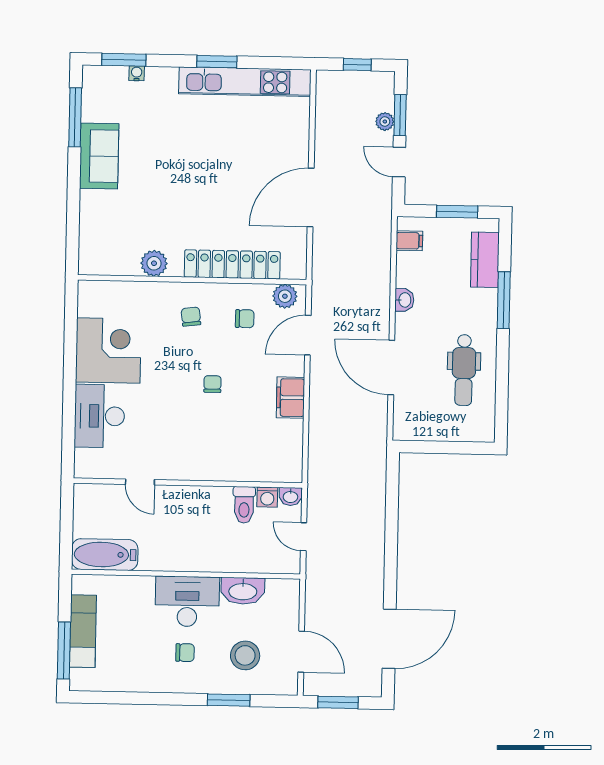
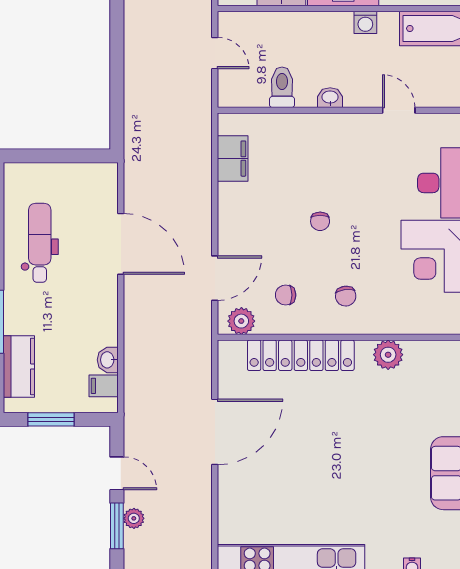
washbasin: (404, 300) -> (108, 360), moved
filing cabinet: (290, 398) -> (233, 159), moved
washbasin: (290, 496) -> (330, 98), moved
washing machine: (267, 497) -> (365, 22), moved, turned 180

